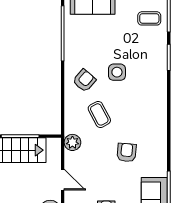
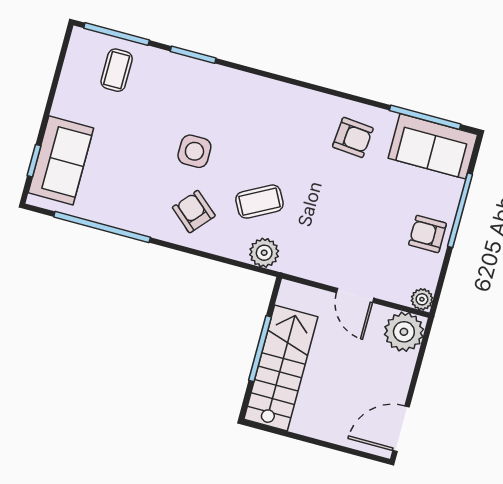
plant: (72, 142) -> (264, 253), moved
armchair: (127, 153) -> (353, 137), moved, turned 180
door: (63, 180) -> (355, 295), swing flipped

